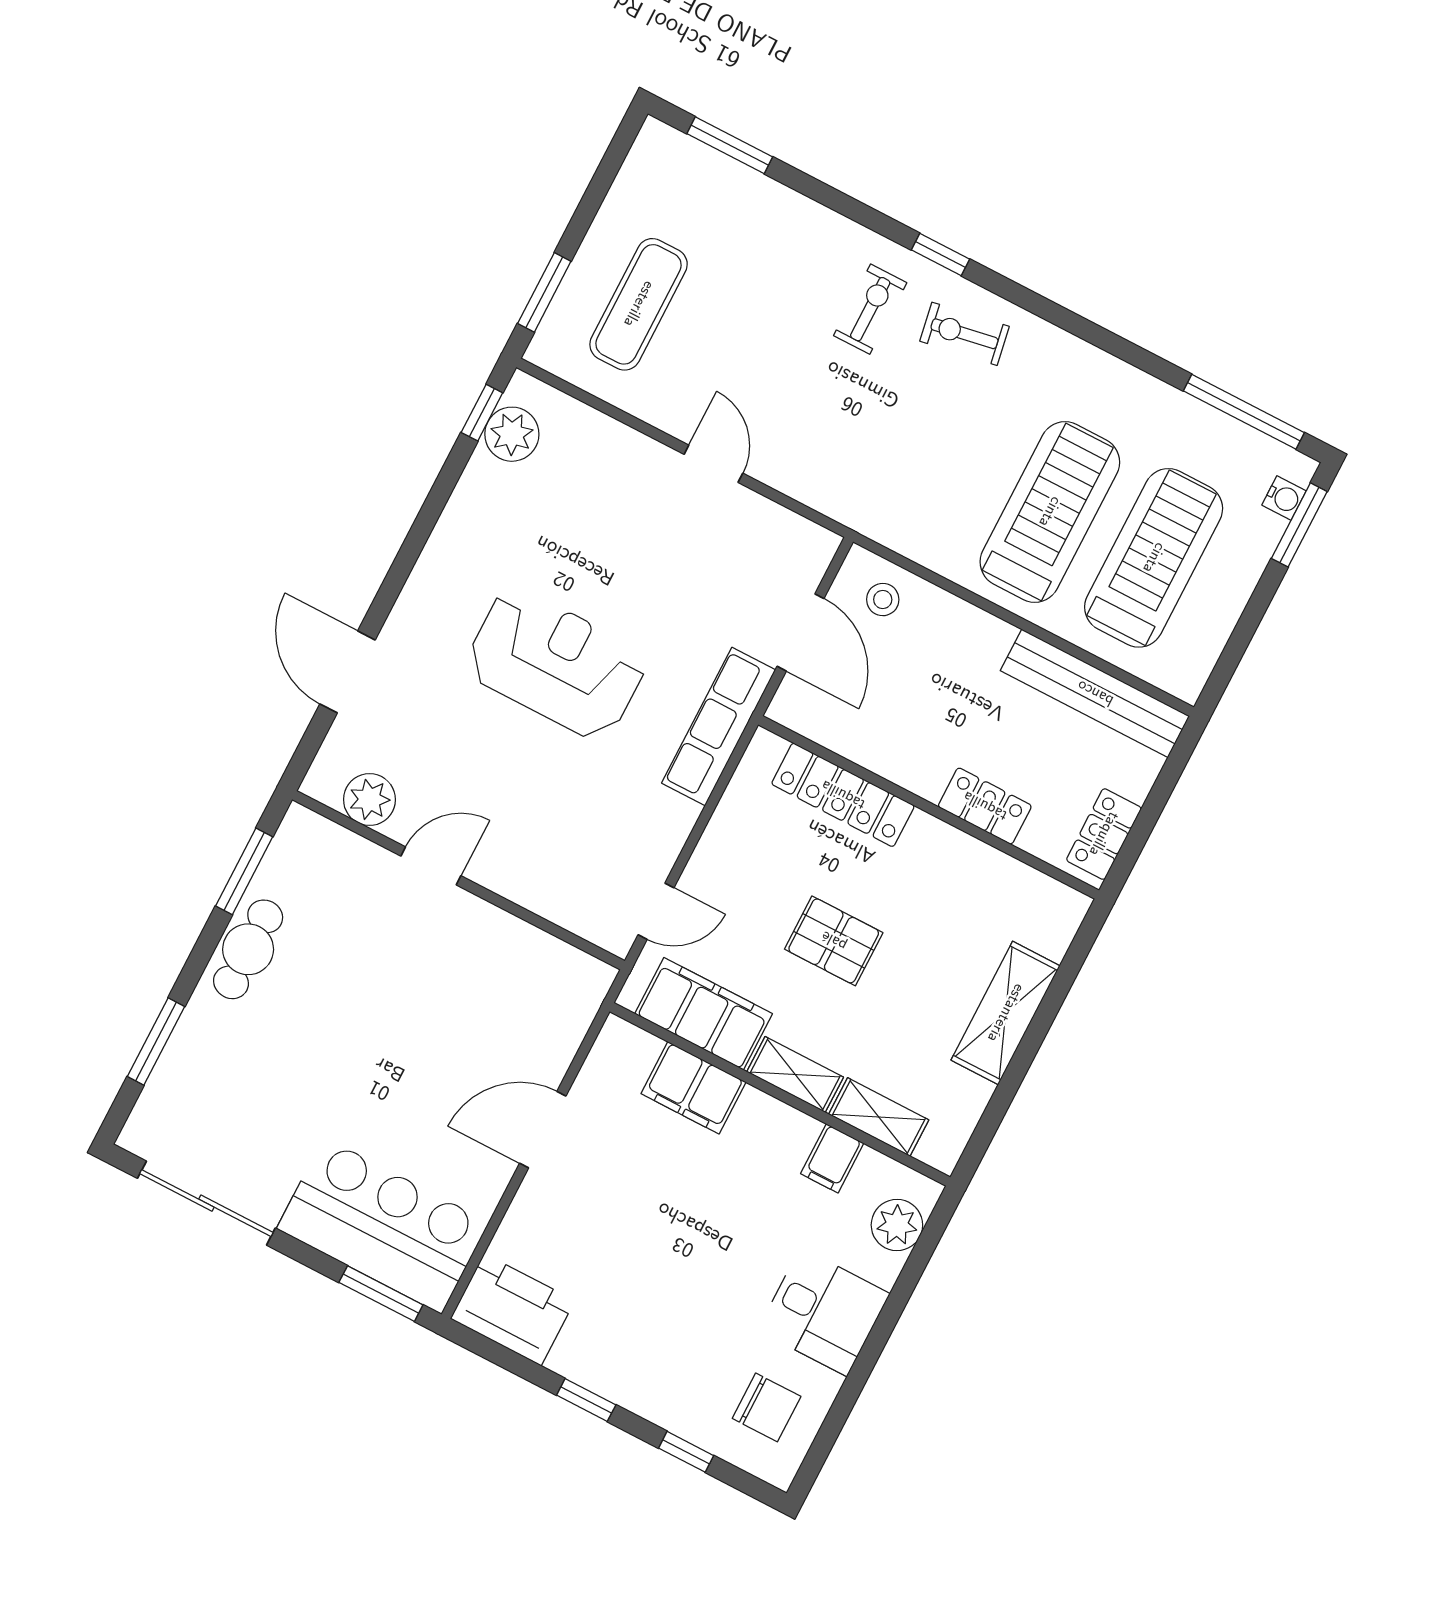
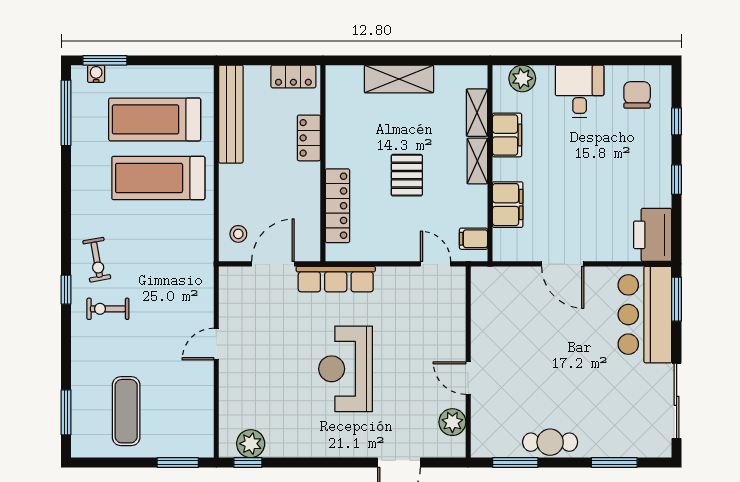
exercise mat: (639, 304) -> (126, 411), moved, turned 90
filing cabinet: (704, 1014) -> (474, 239), width x0.33, depth x0.86
filing cabinet: (832, 1158) -> (507, 135), width x2.00

